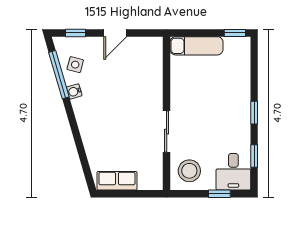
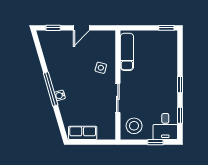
exam couch: (196, 46) -> (127, 52), moved, turned -90
side table: (75, 65) -> (101, 68), moved
window: (59, 75) -> (51, 89), moved
water cooler: (74, 91) -> (60, 95), moved

